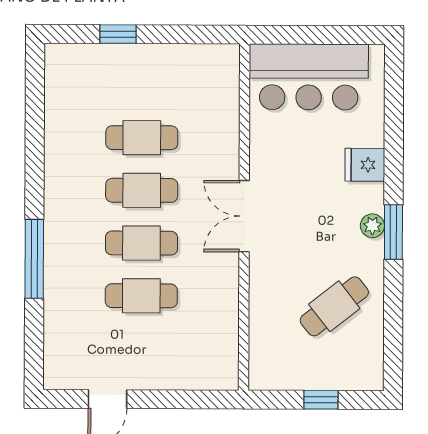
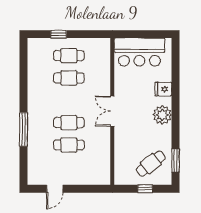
cafe table: (142, 190) -> (69, 56), moved
plant: (372, 226) -> (162, 115), width x1.87, depth x1.87
window: (393, 232) -> (176, 161), moved
cafe table: (334, 306) -> (151, 164), moved

